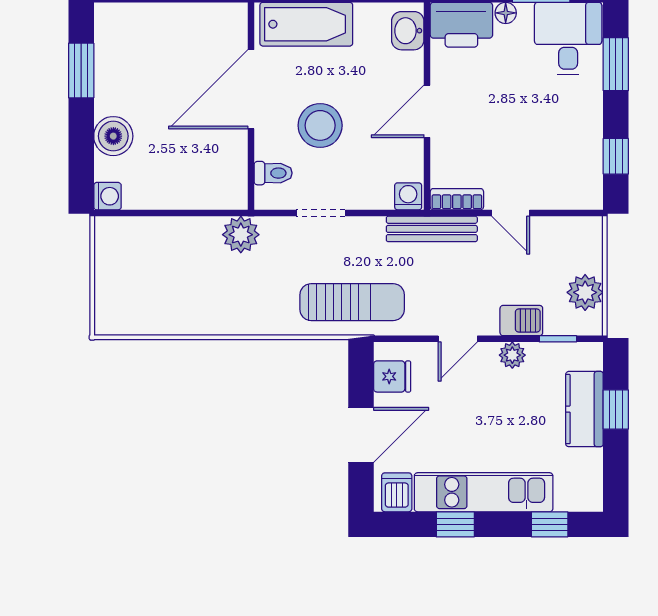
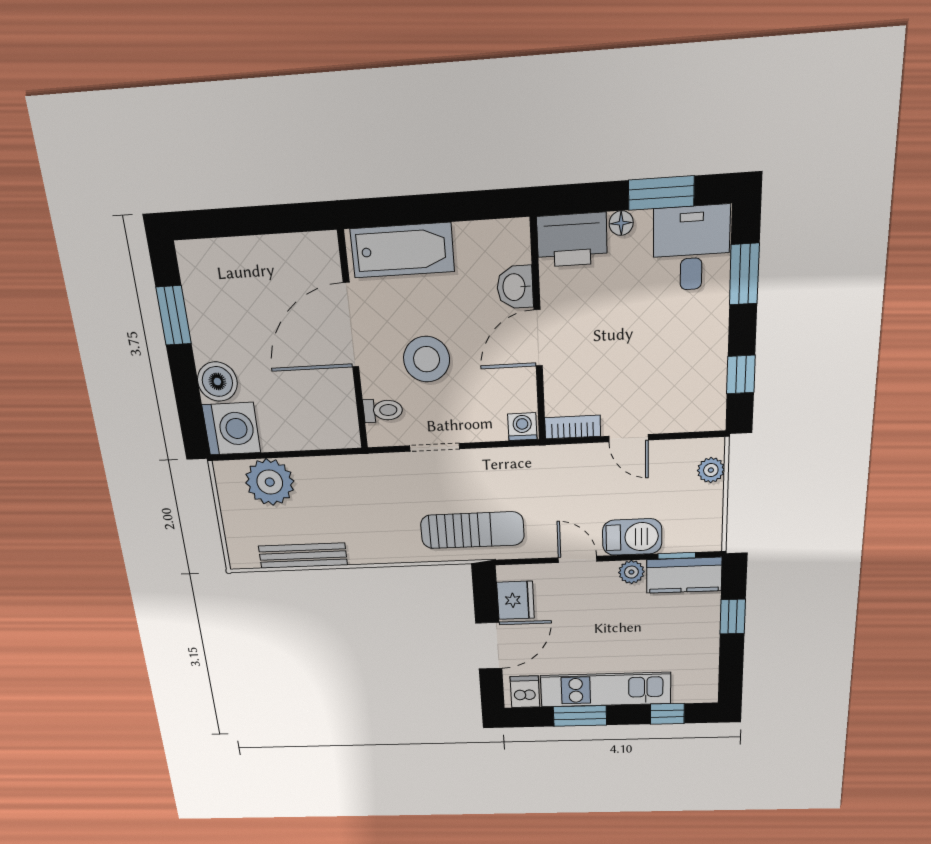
washbasin: (408, 31) -> (515, 287), moved
washing machine: (107, 196) -> (231, 429), width x1.89, depth x1.89
bench: (432, 229) -> (303, 556), moved
plant: (241, 235) -> (270, 482), moved, width x1.36, depth x1.36
plant: (585, 292) -> (711, 470), moved, width x0.73, depth x0.73
barbecue: (521, 321) -> (632, 537), width x1.38, depth x1.27
door: (458, 339) -> (578, 559), swing flipped
fridge: (392, 376) -> (516, 600), width x1.38
kitchen counter: (584, 409) -> (684, 575), moved, turned -90
window: (455, 524) -> (580, 716), width x1.50

